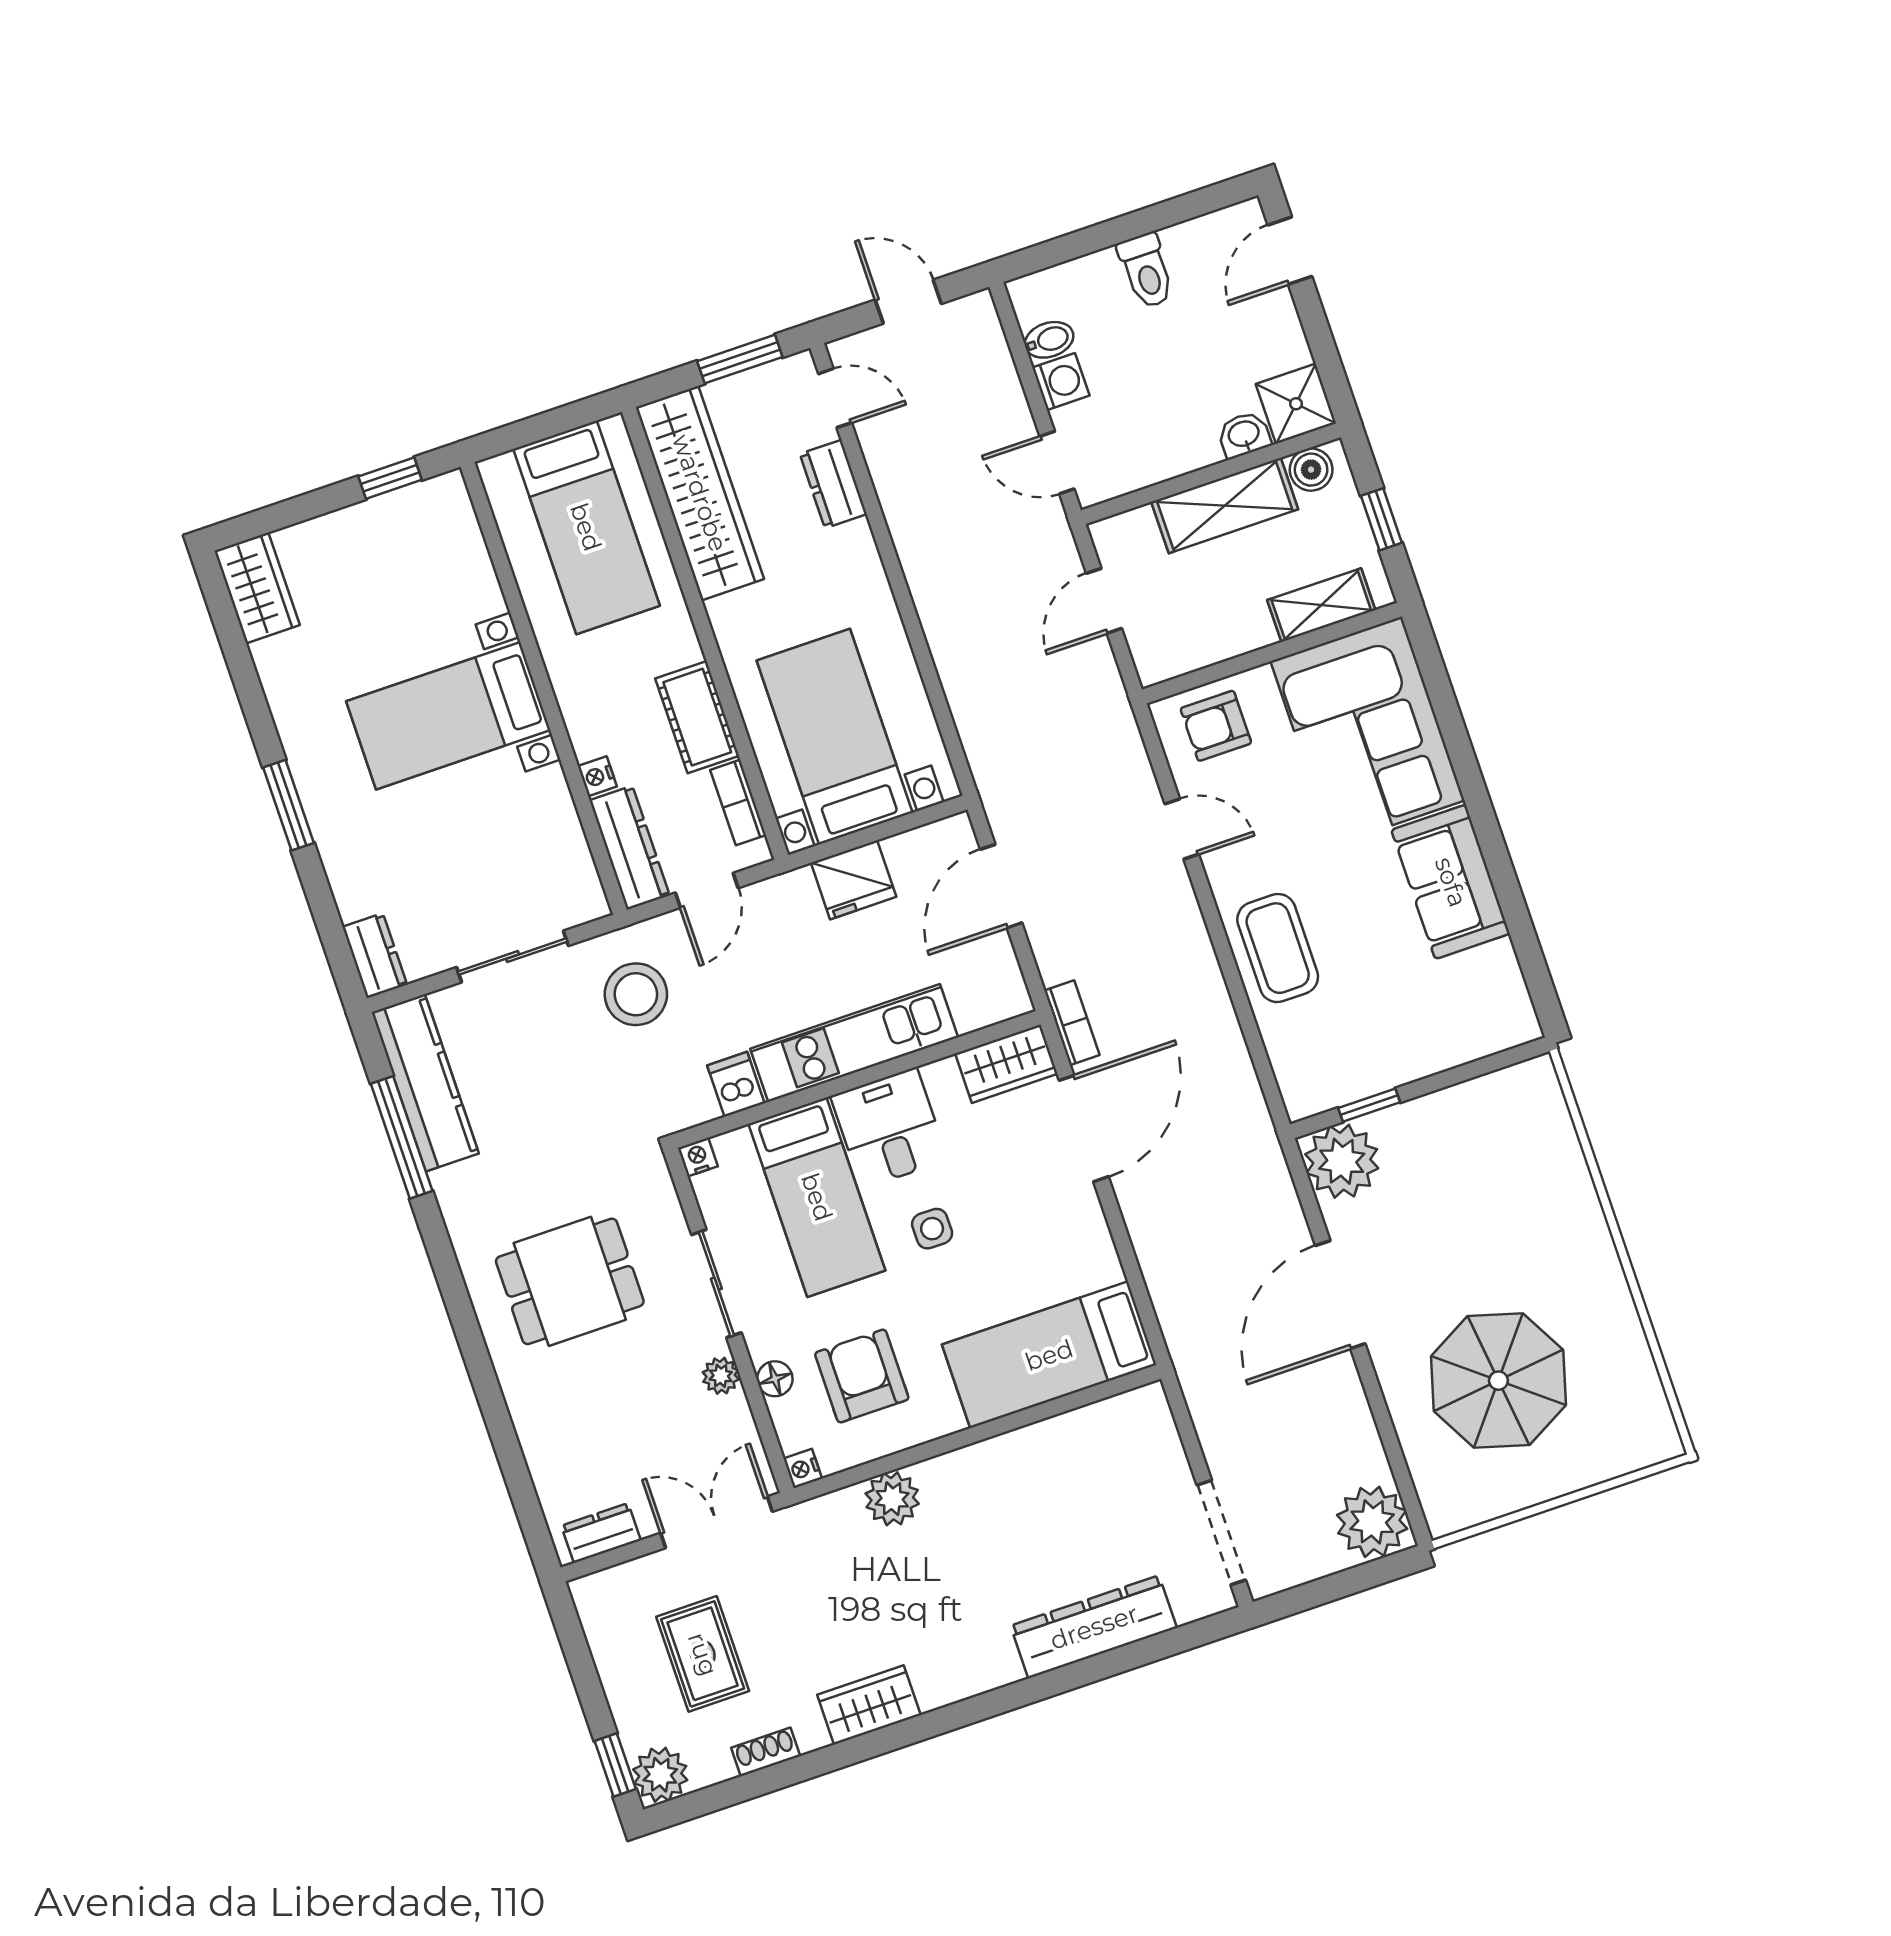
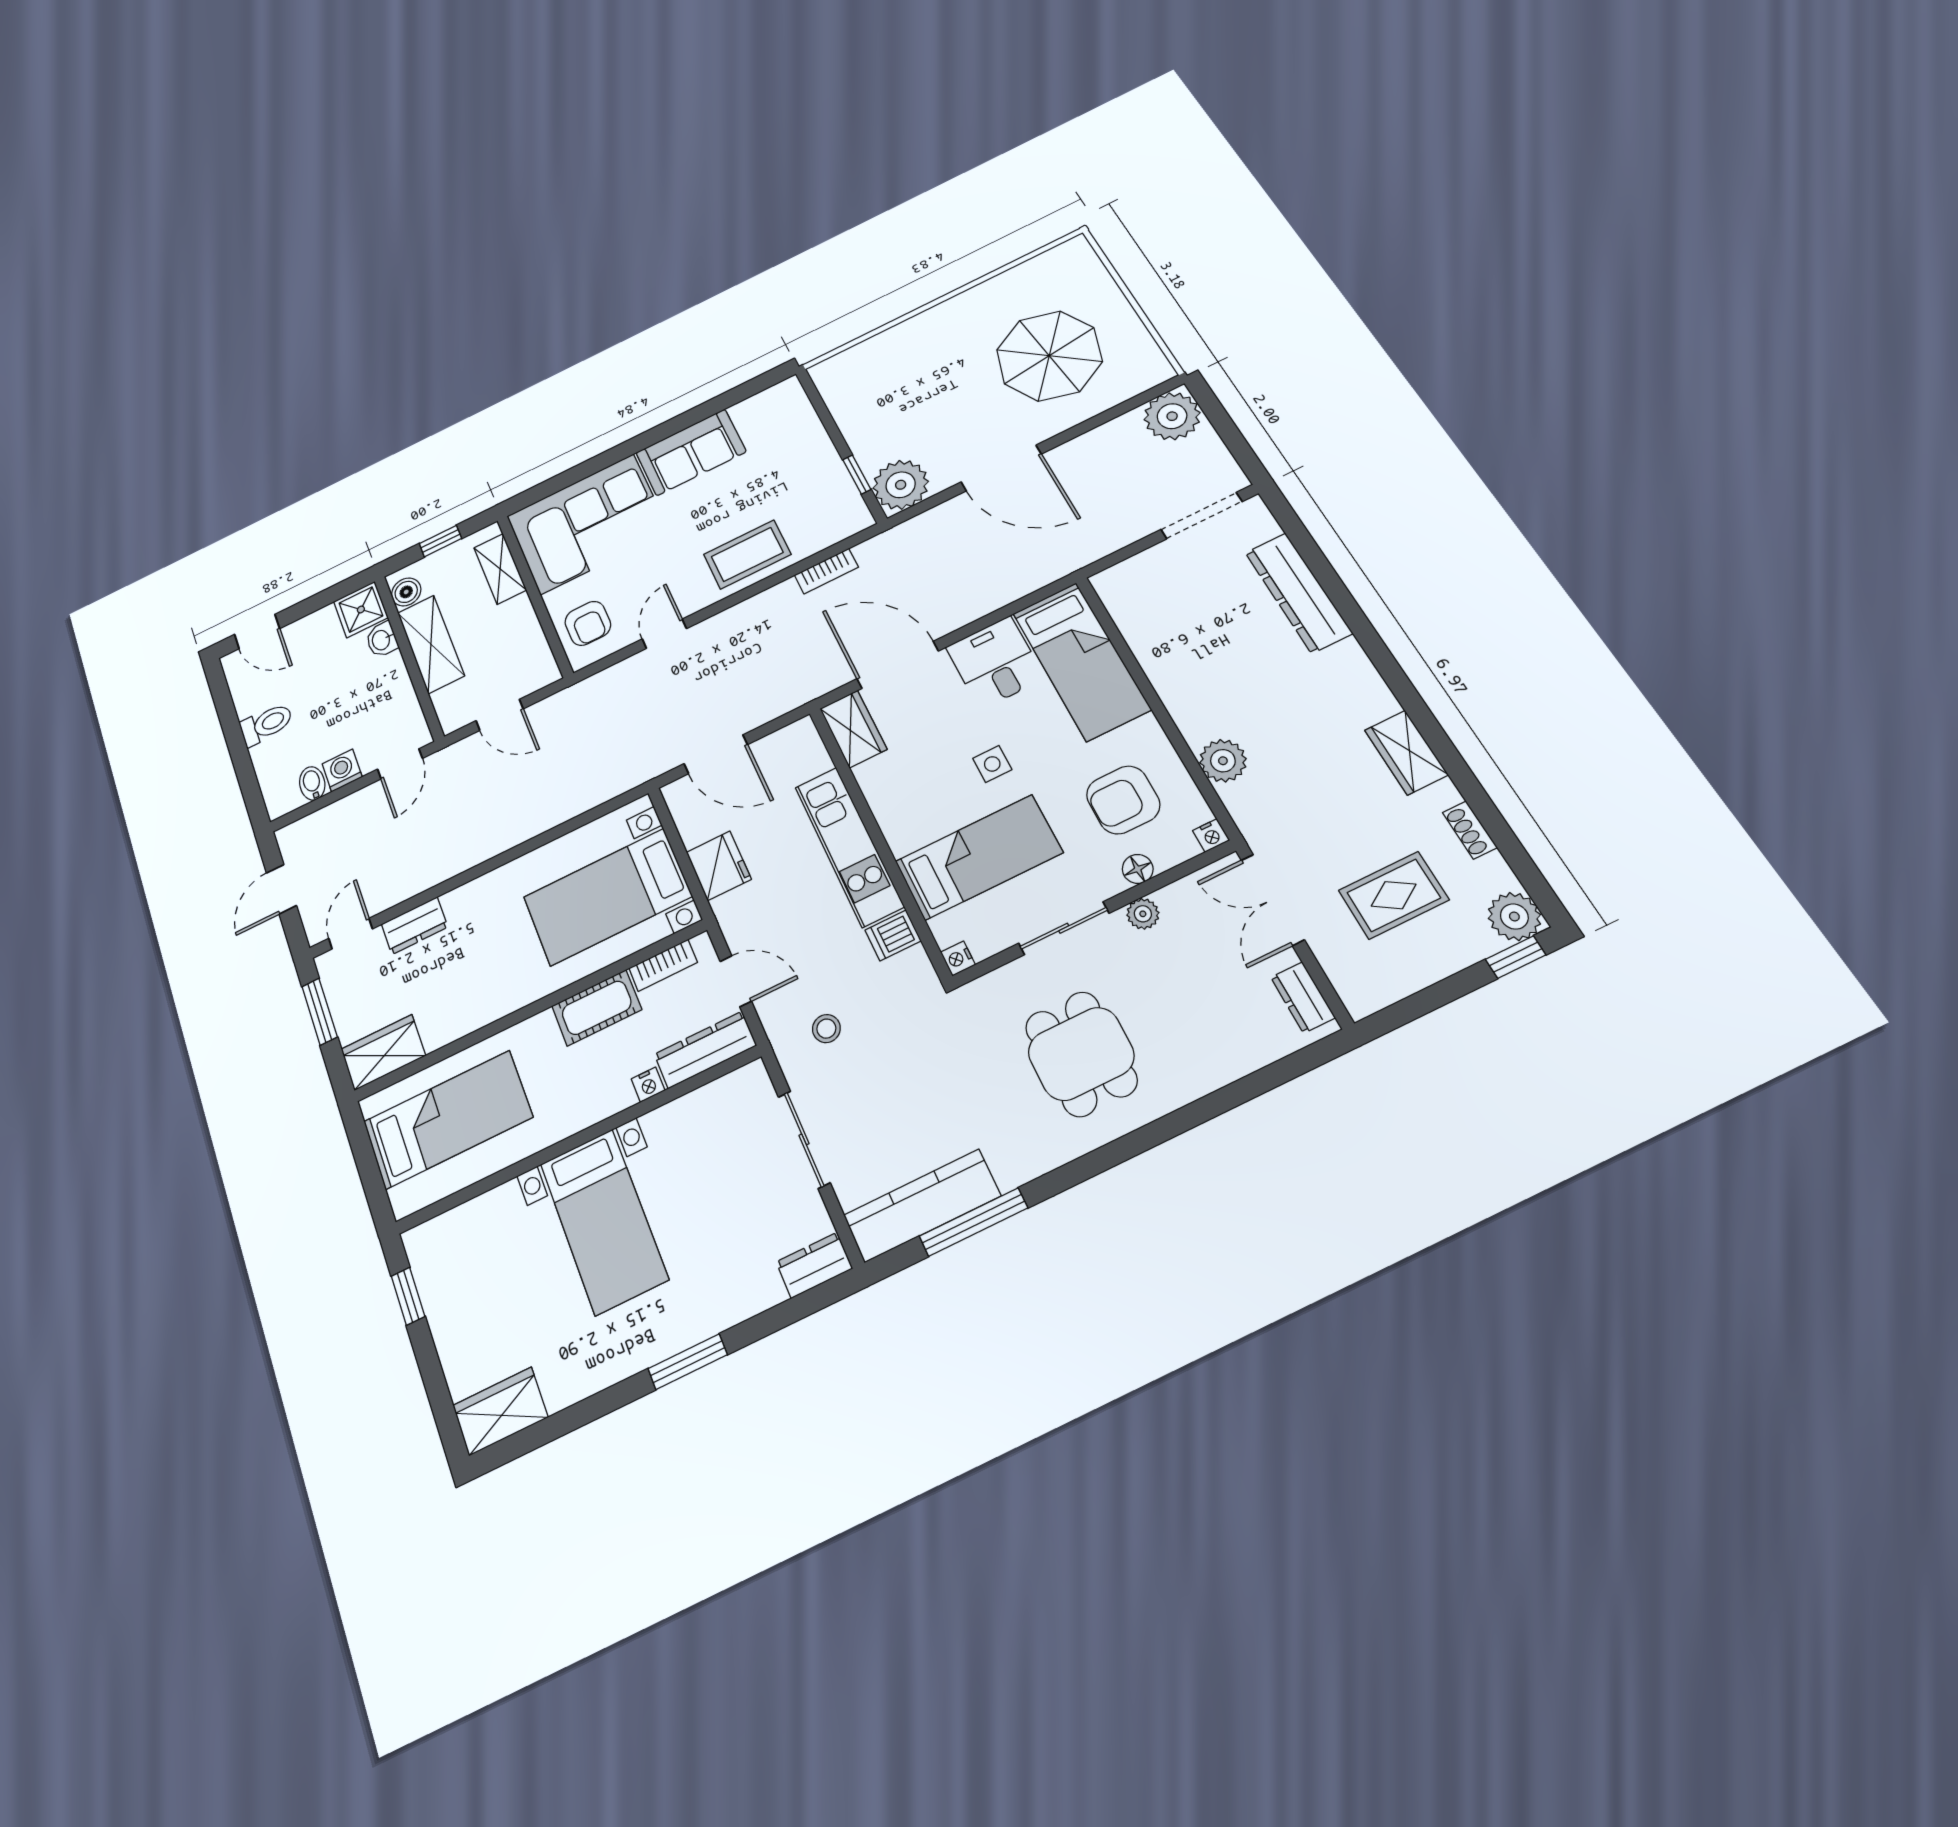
wardrobe: (700, 493) -> (383, 1052), width x0.48, depth x0.85
stool: (636, 994) -> (826, 1029), width x0.53, depth x0.53
bookcase: (1072, 1023) -> (826, 571), moved, turned 180
desk: (889, 1128) -> (995, 663), moved, turned 90

